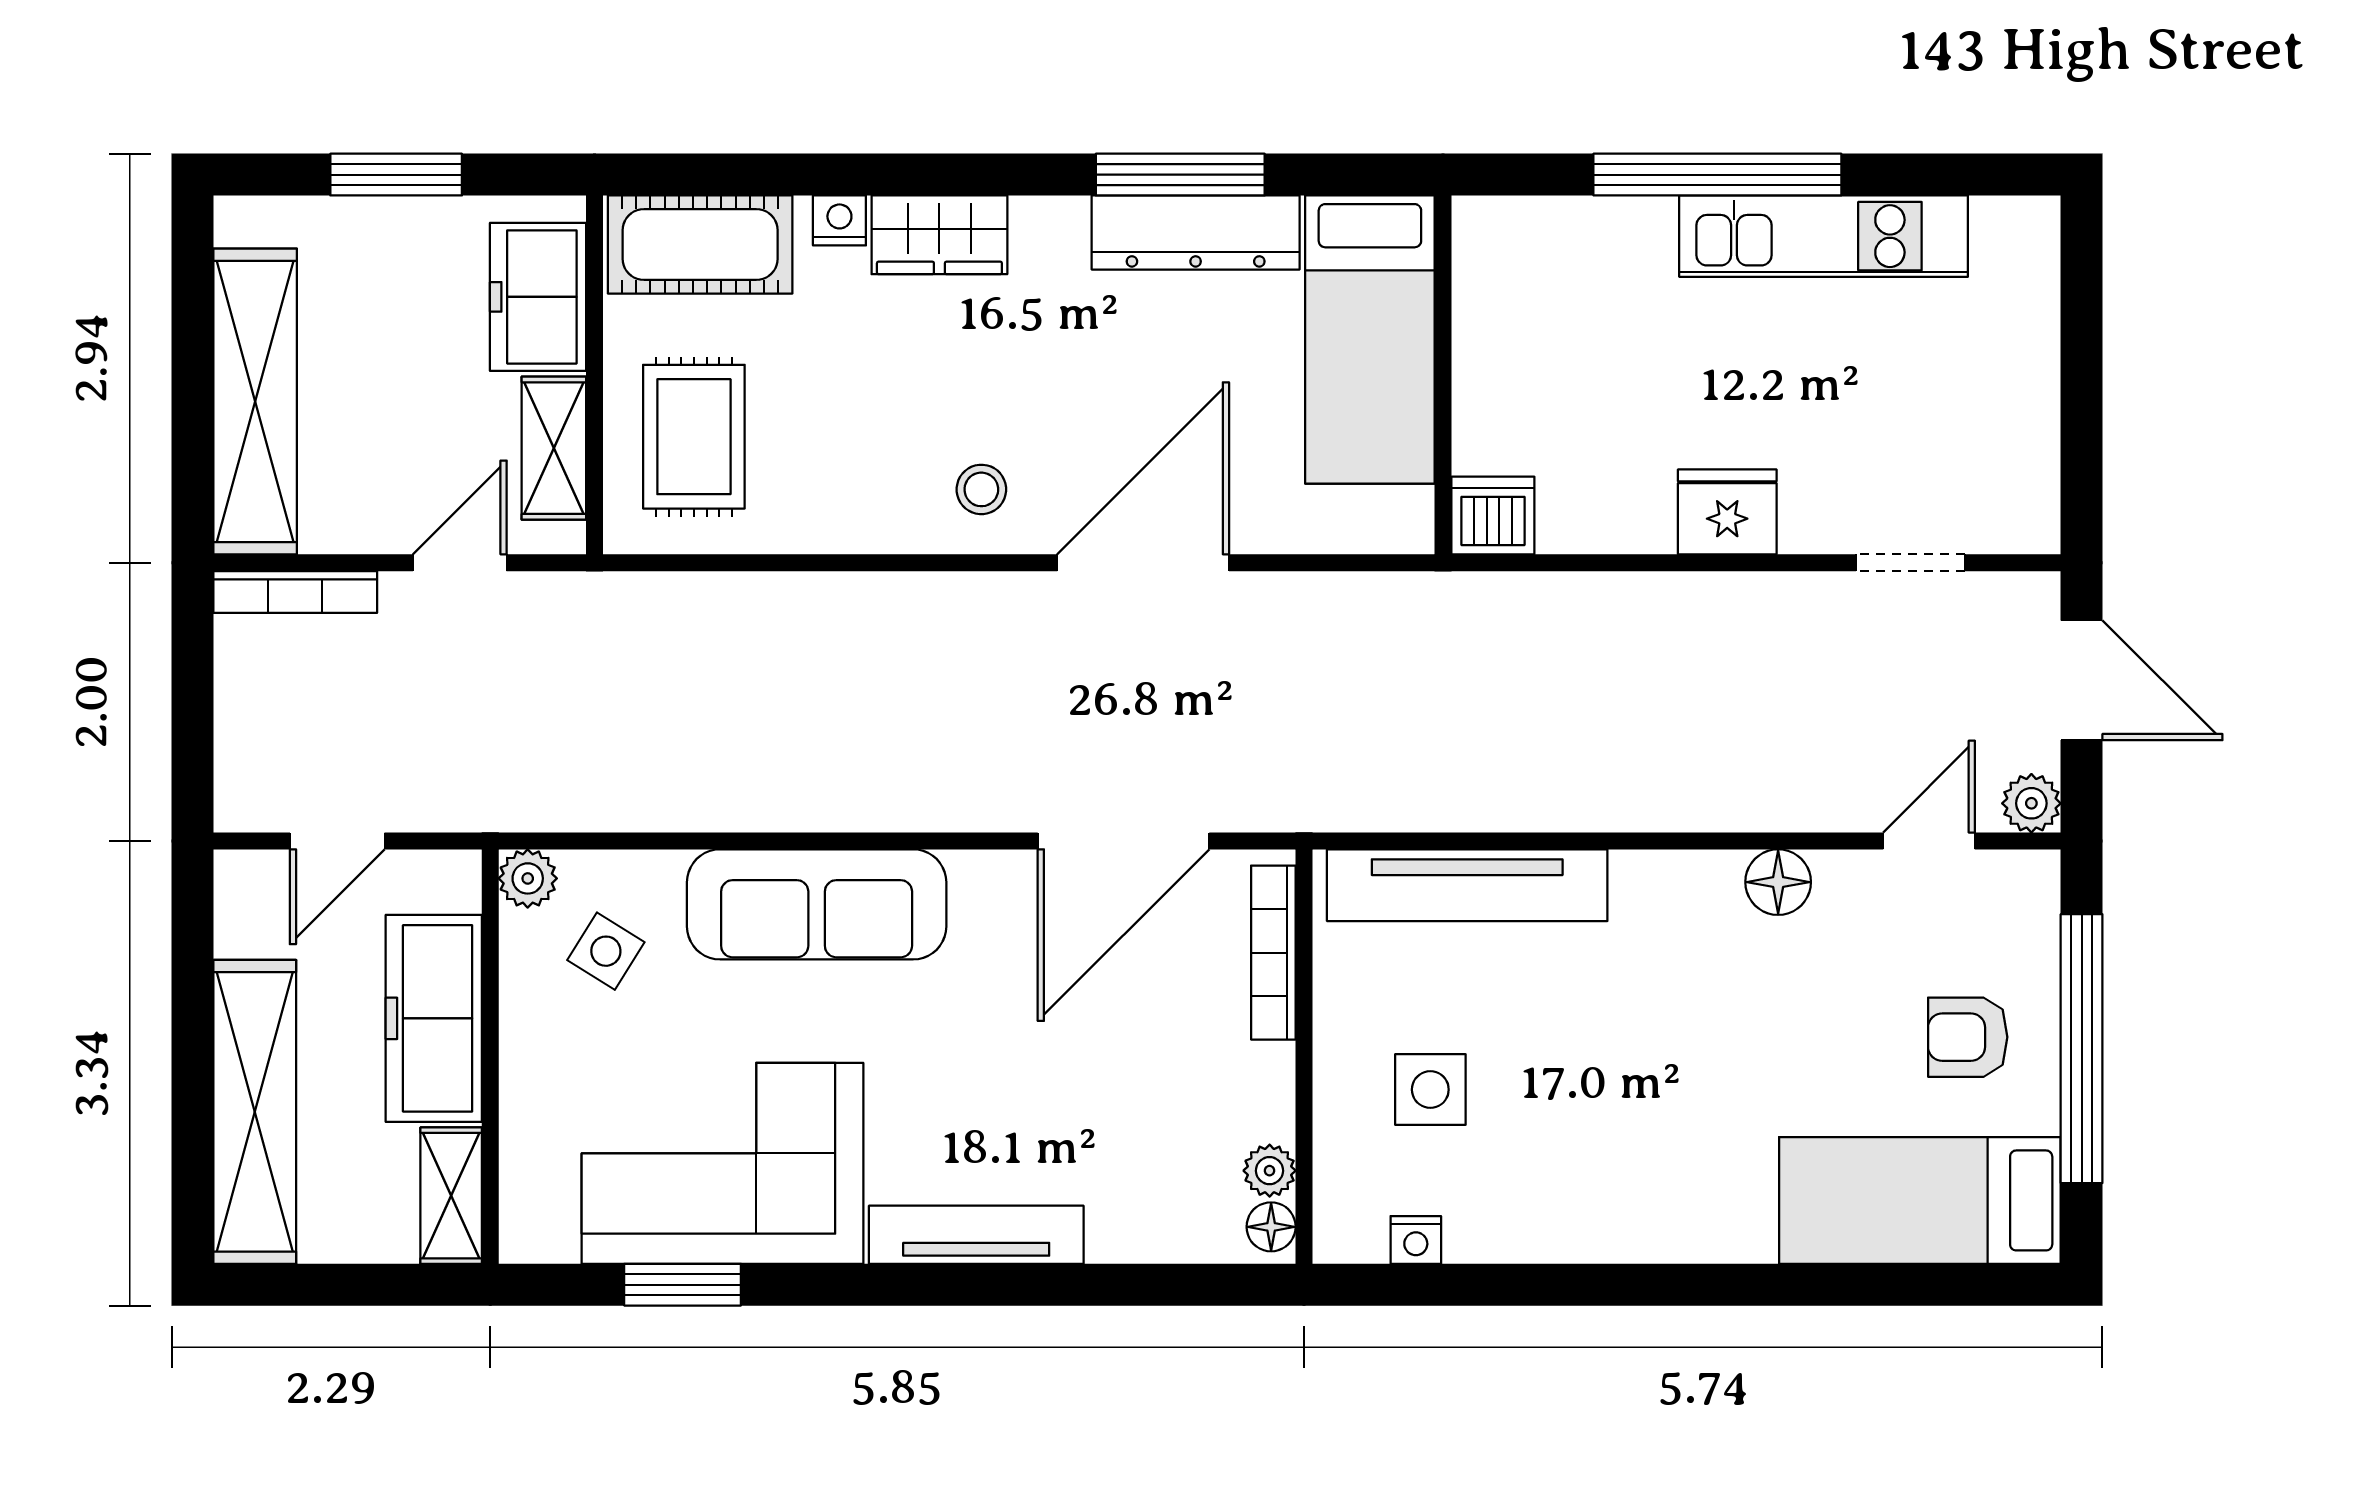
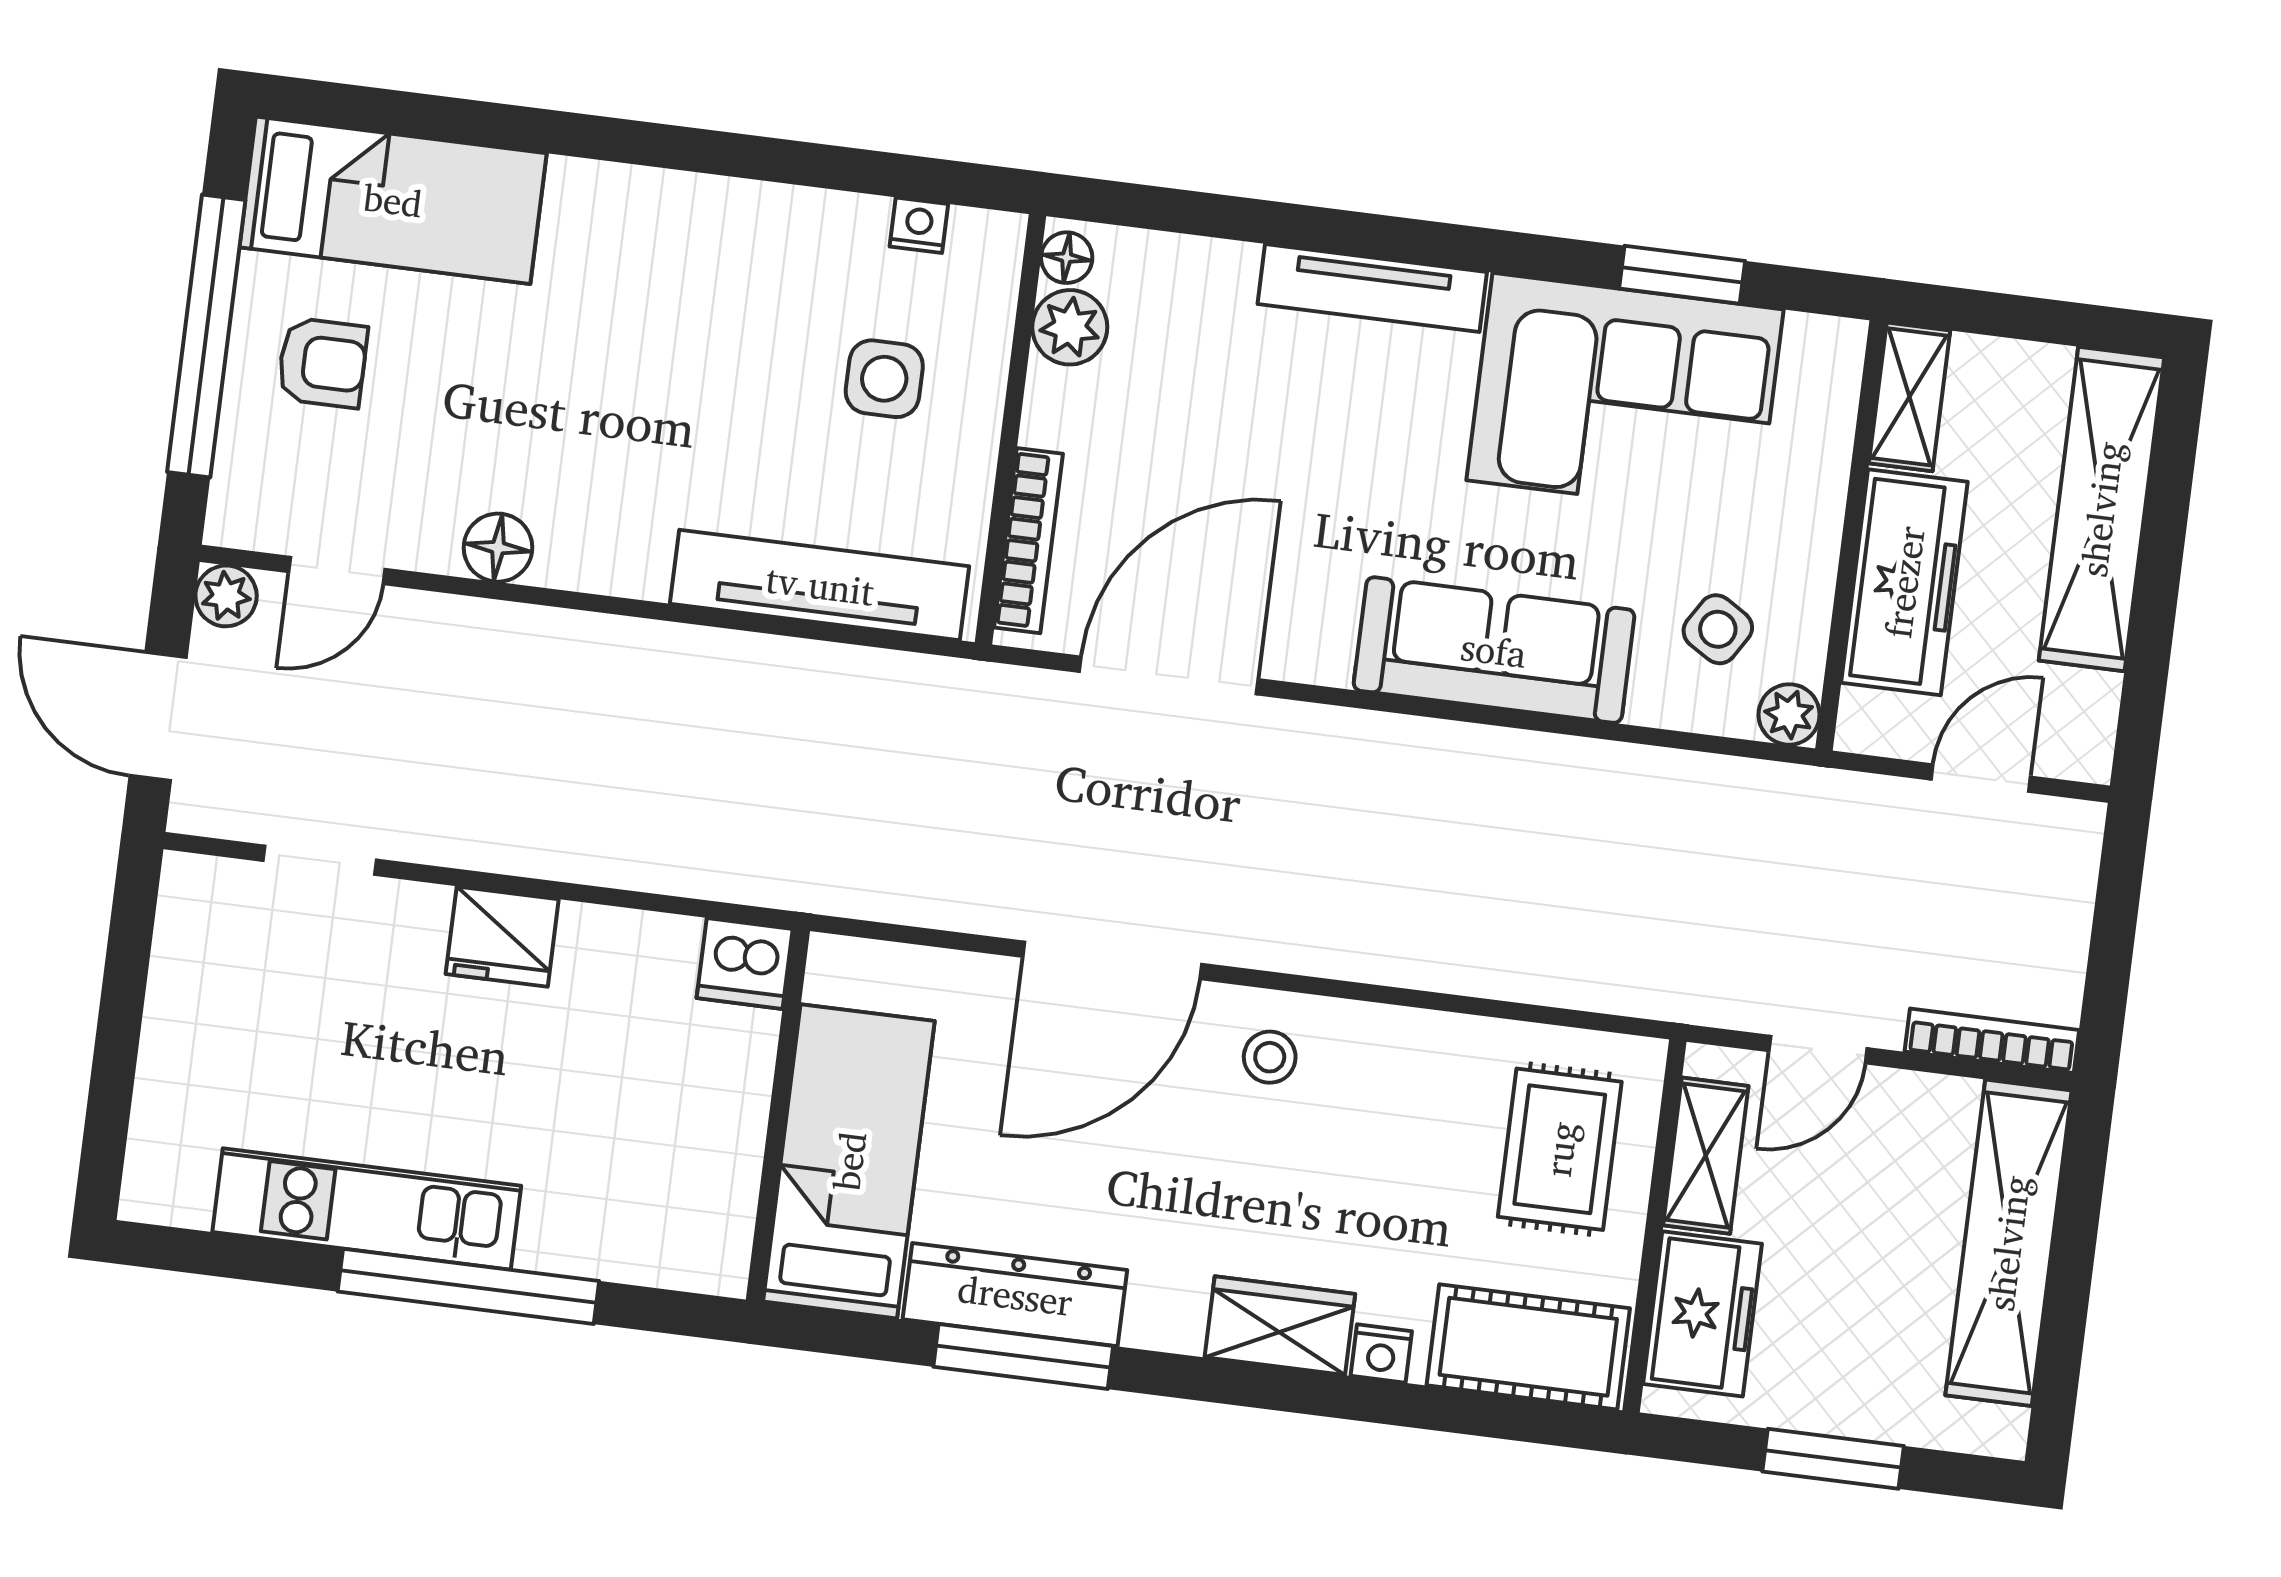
plant: (1270, 1171) -> (1070, 327), width x1.38, depth x1.38

